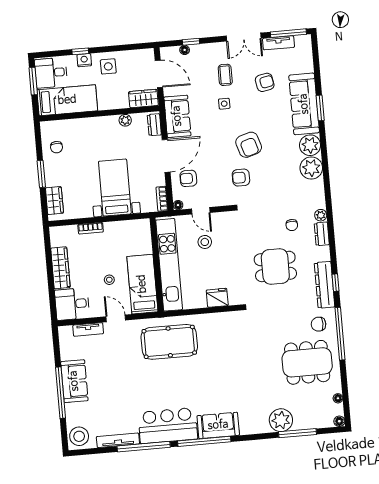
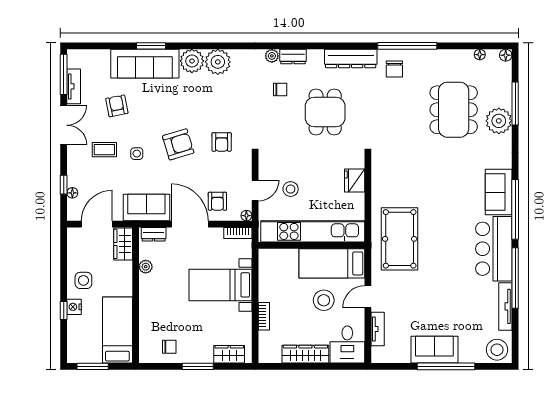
desk: (51, 73) -> (85, 346), removed
armchair: (249, 145) -> (178, 144), moved
stool: (109, 280) -> (324, 300), width x1.89, depth x1.89
window: (335, 283) -> (349, 46), removed
dining table: (307, 362) -> (454, 110), moved

